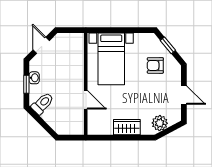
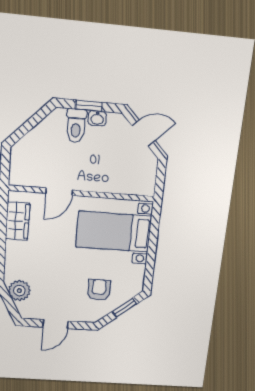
toilet: (42, 104) -> (76, 126), moved, turned 45
wardrobe: (127, 127) -> (18, 221), moved

